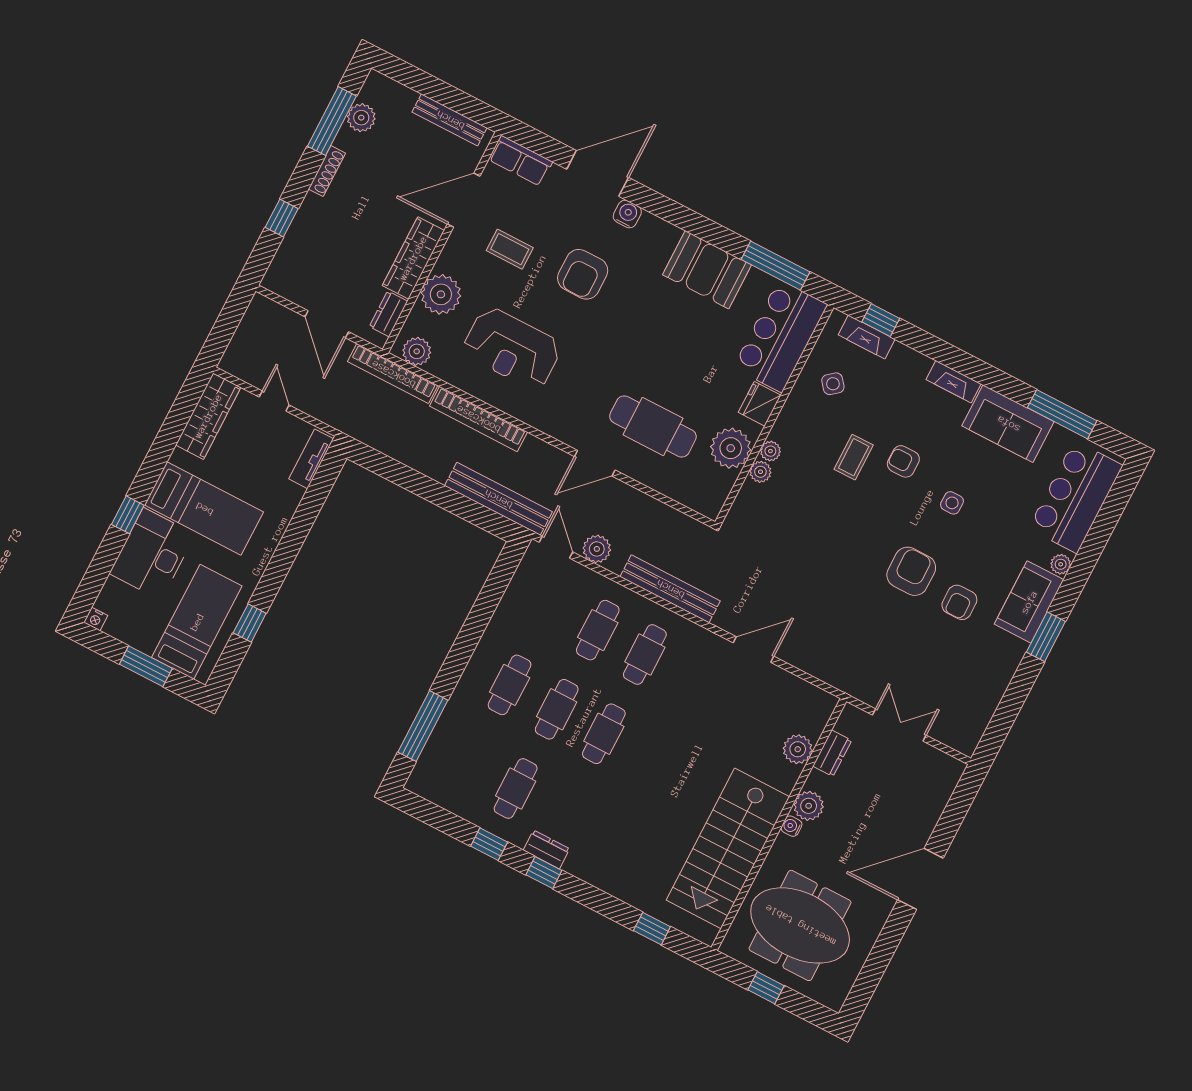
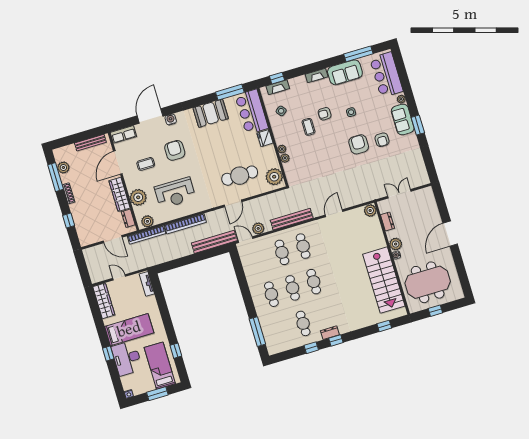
armchair: (583, 274) -> (175, 150), turned 180
plant: (731, 448) -> (274, 177), moved
plant: (798, 749) -> (370, 210), moved

